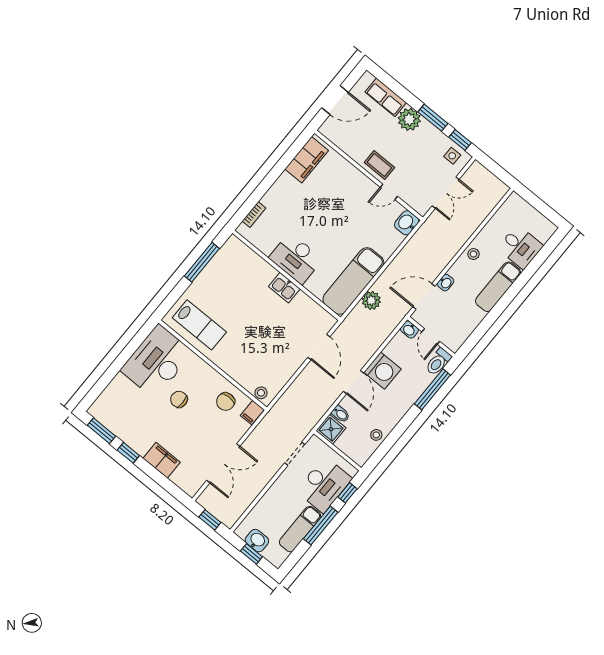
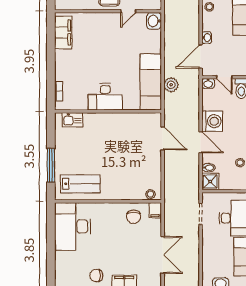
window: (202, 262) -> (51, 165), moved
kitchen sink: (284, 288) -> (72, 120), moved
chair: (179, 399) -> (96, 276), moved

